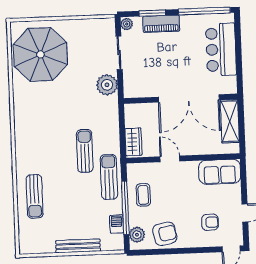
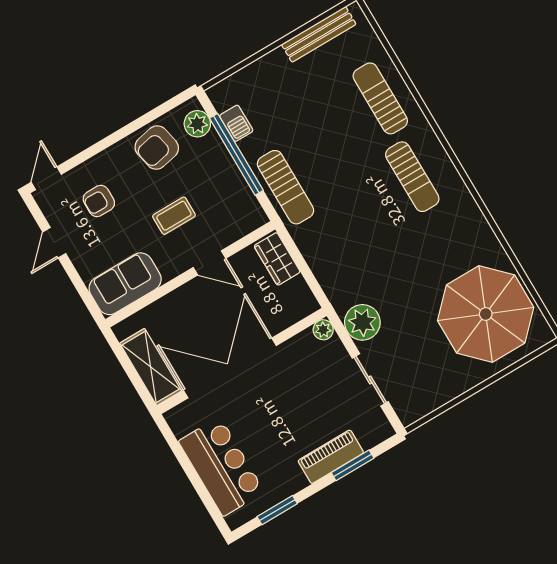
window: (204, 11) -> (277, 510), width x0.47
plant: (127, 24) -> (323, 330), moved
sun lounger: (85, 151) -> (412, 177), moved
coffee table: (143, 195) -> (174, 216), moved, turned 90
bench: (78, 246) -> (319, 34), moved

